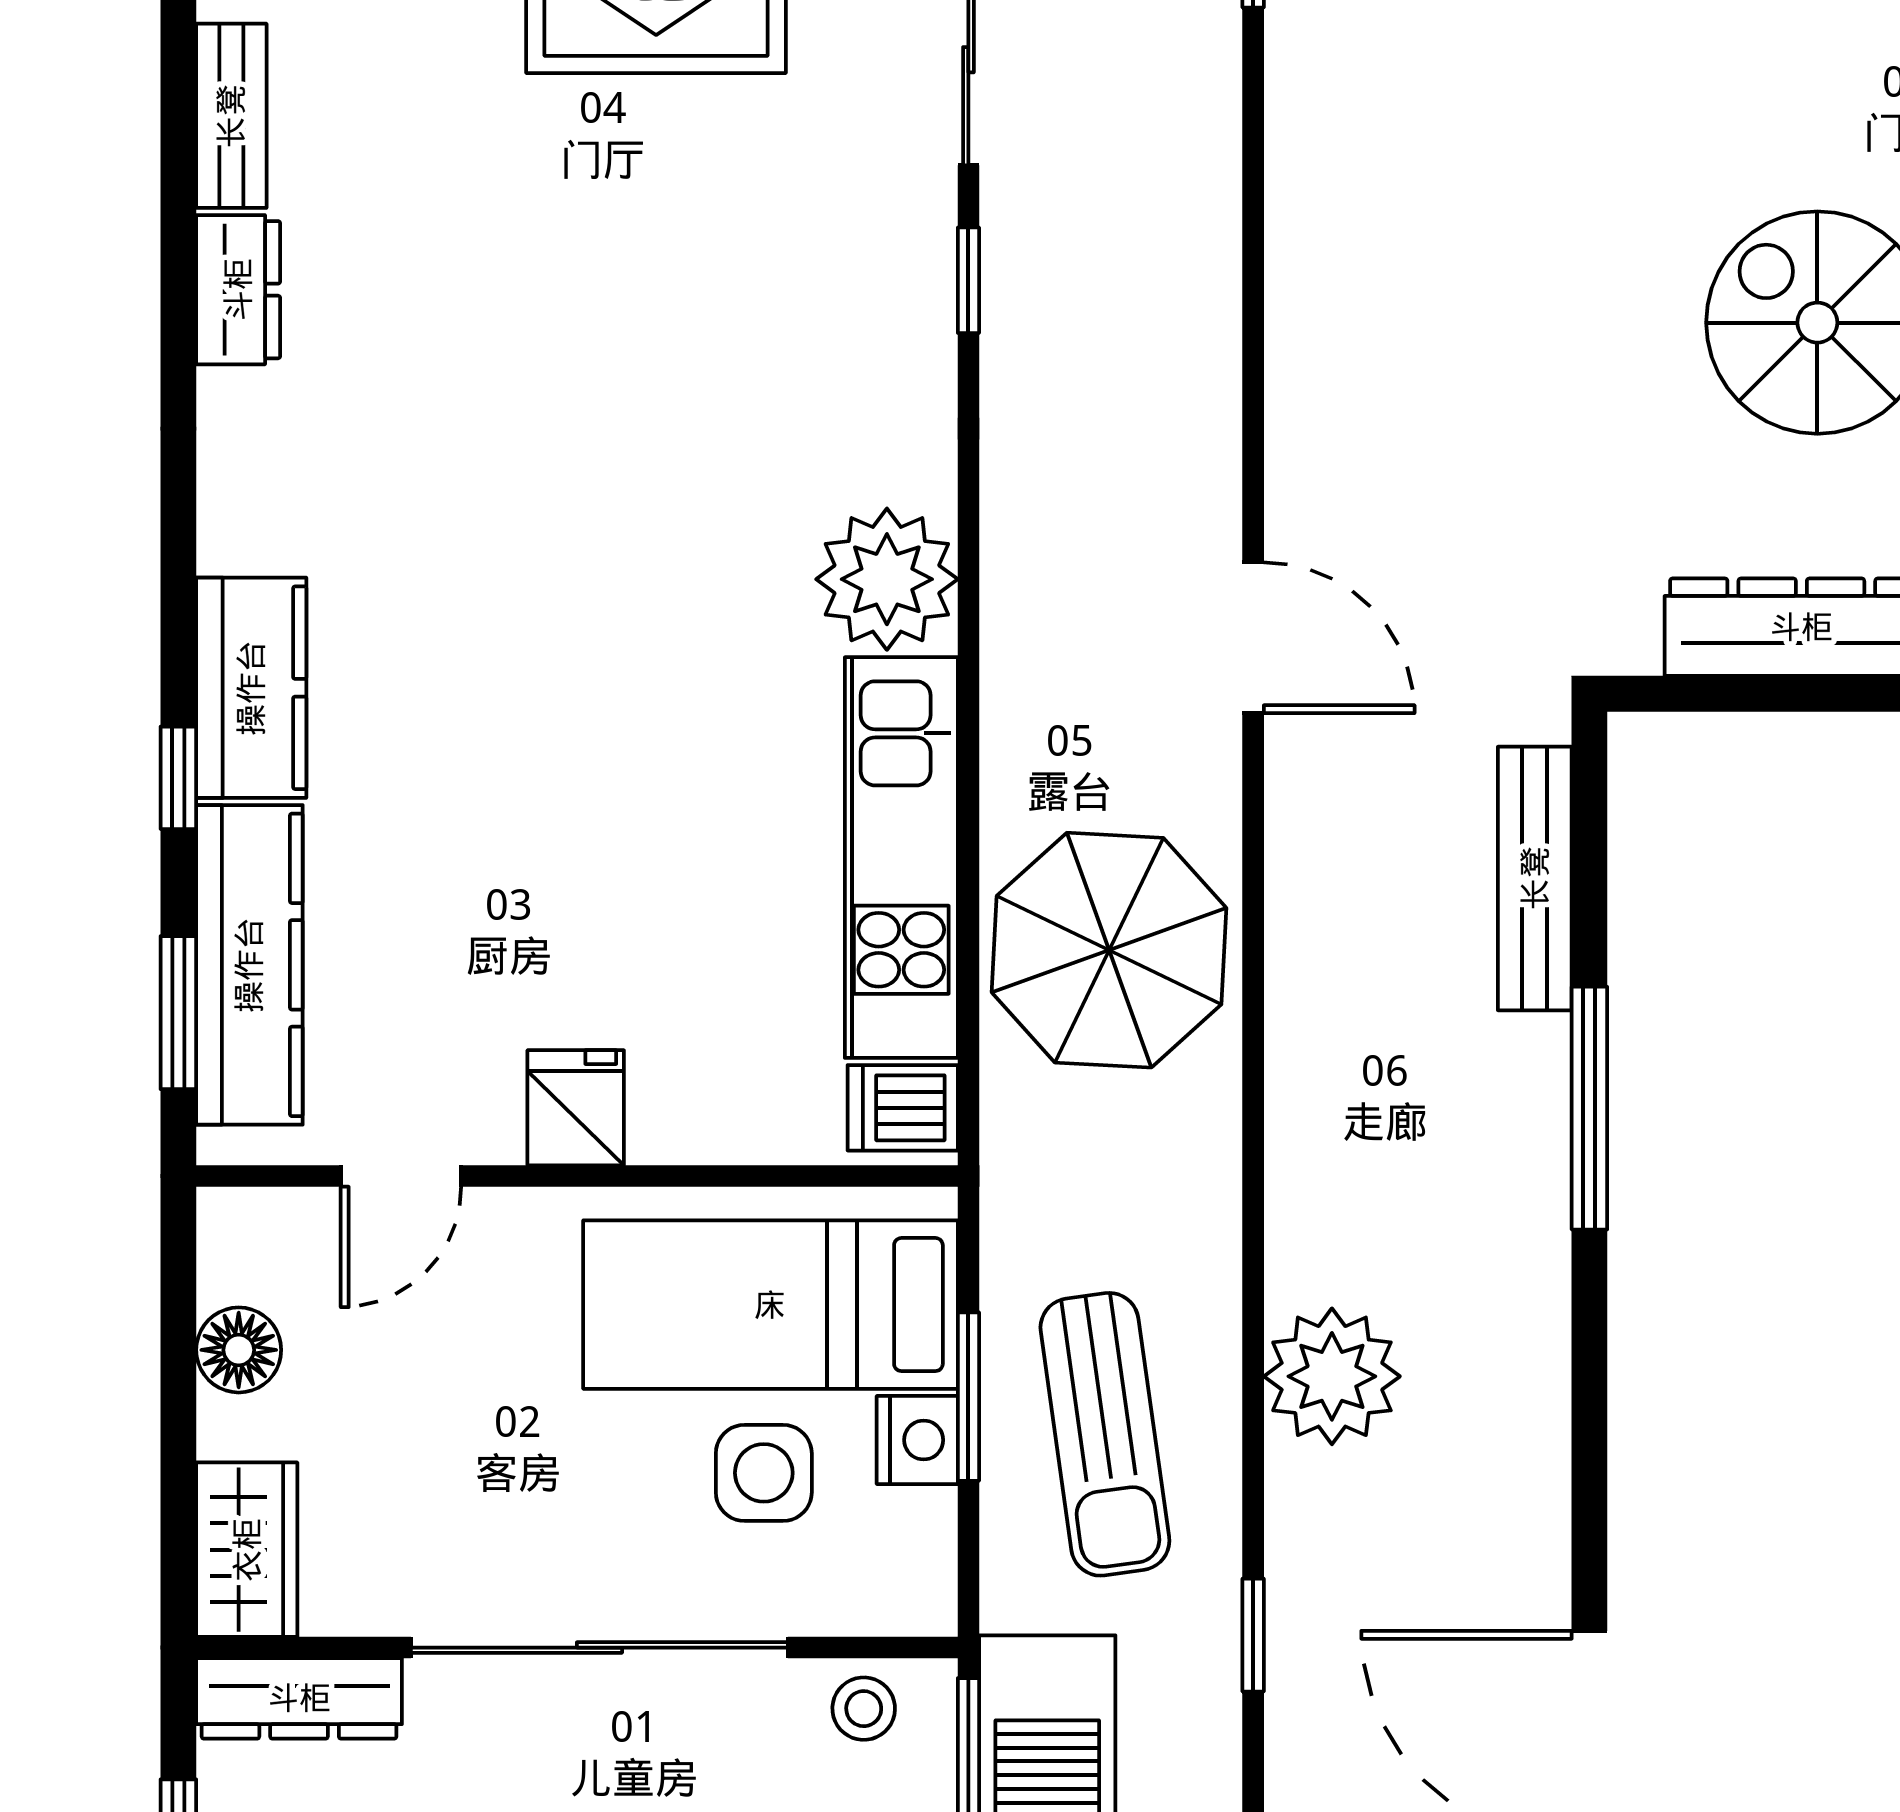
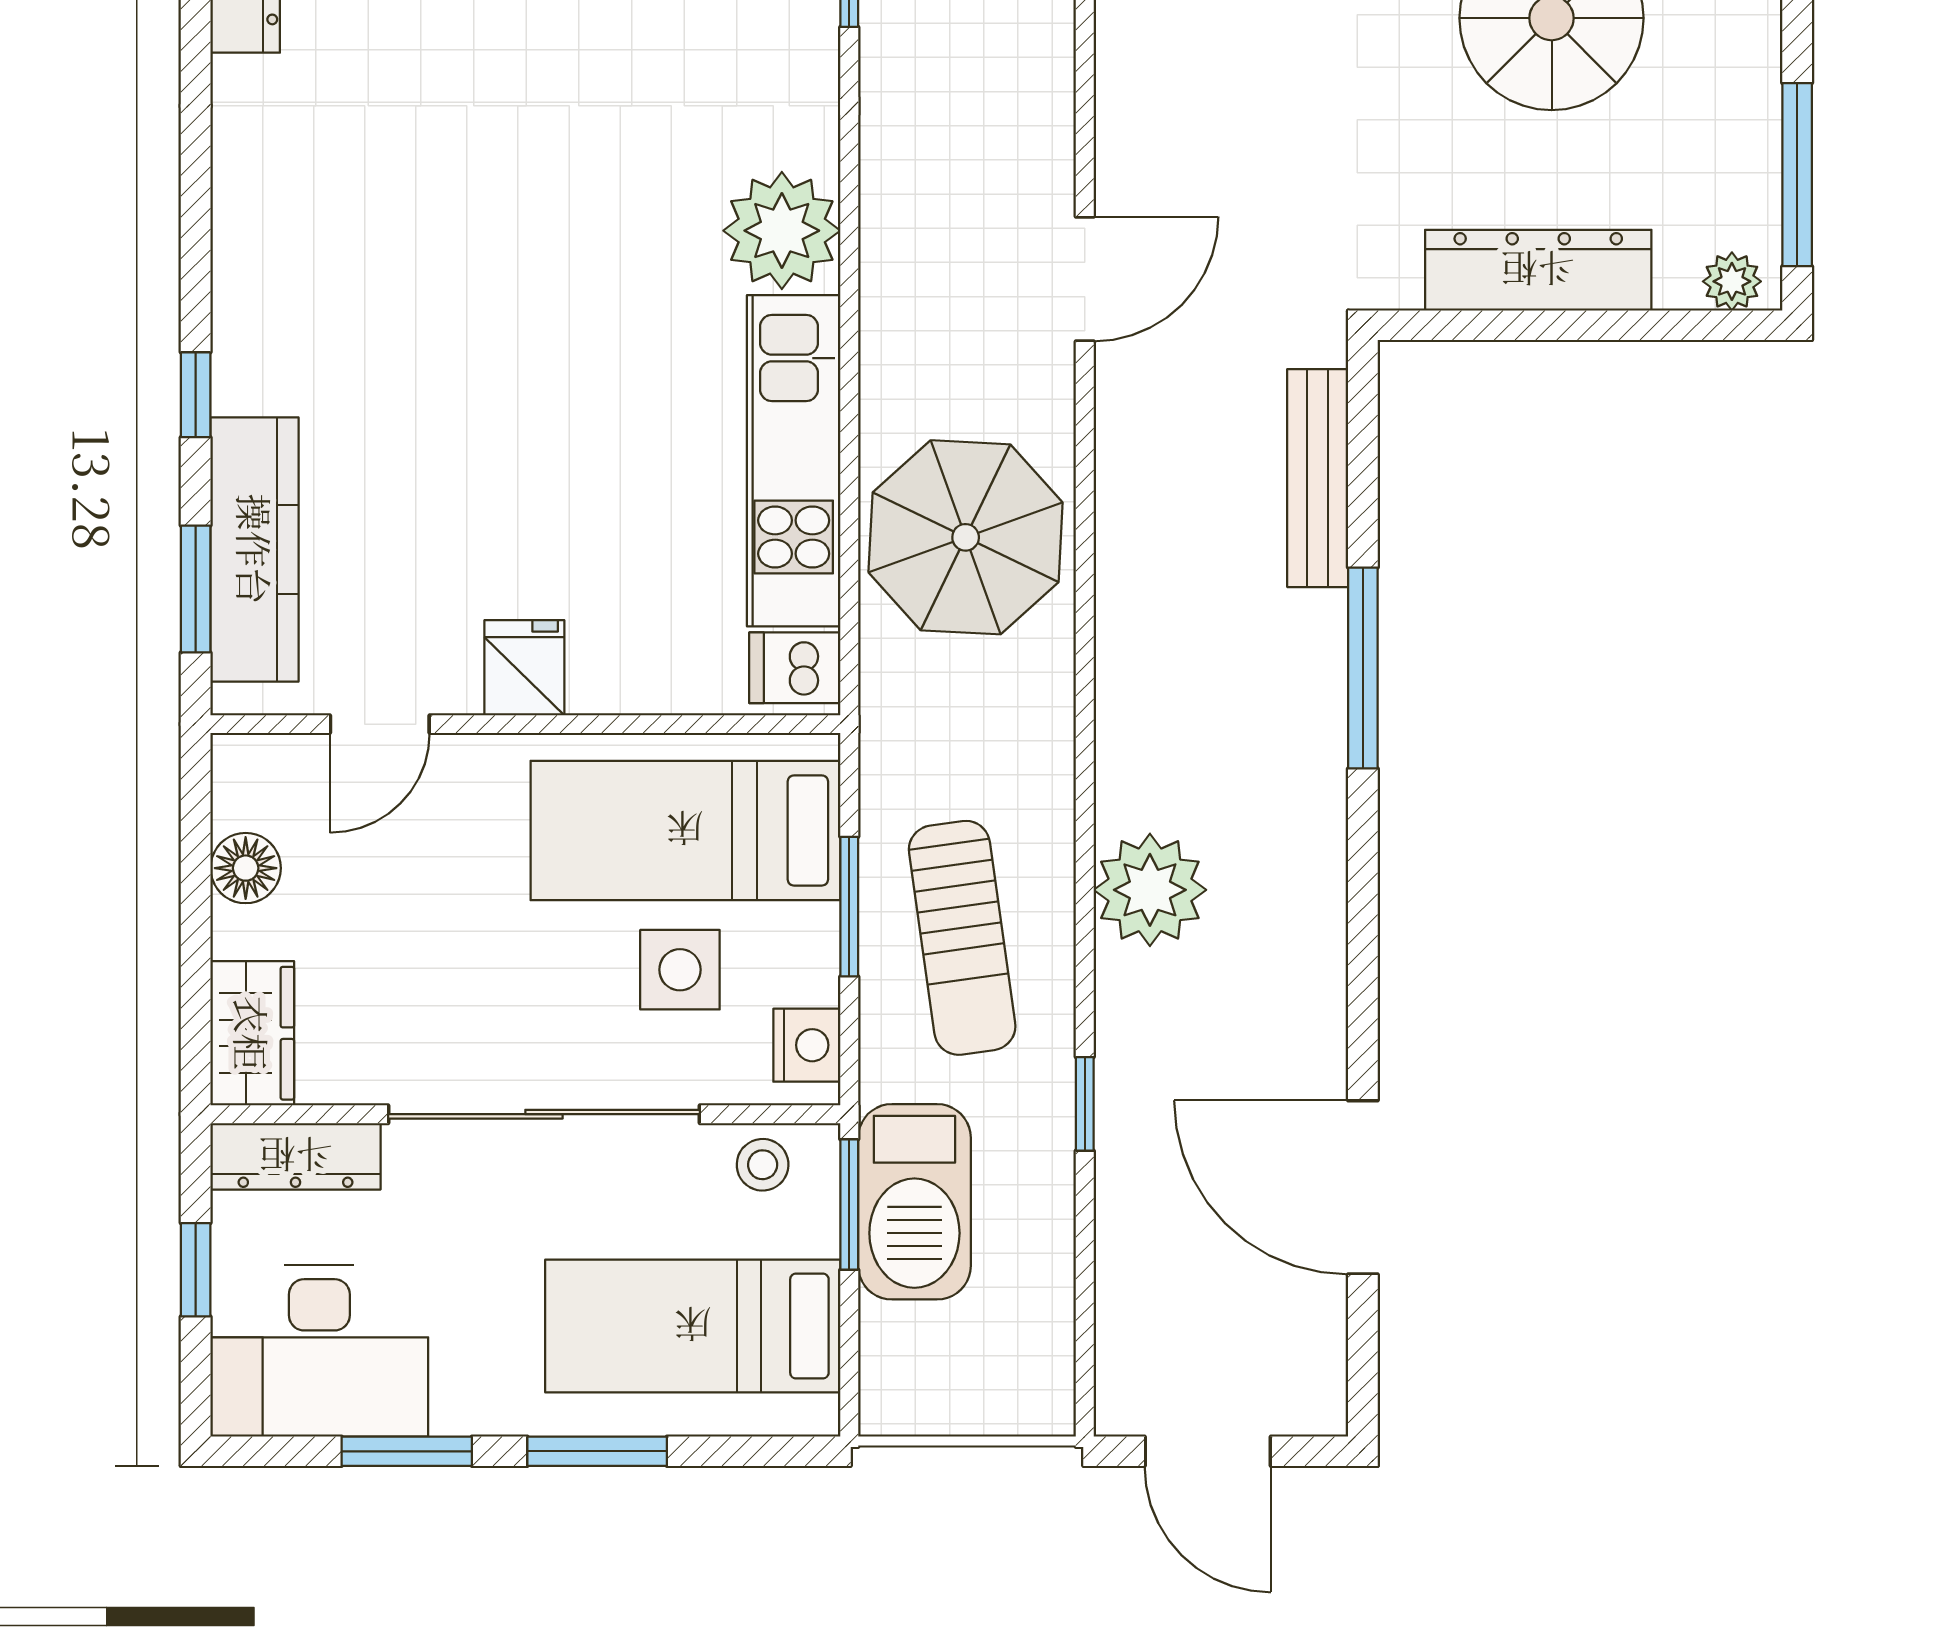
door: (1253, 638) -> (1085, 279), hinge flipped
kitchen counter: (251, 688) -> (256, 320), removed
nightstand: (917, 1440) -> (807, 1045), moved

